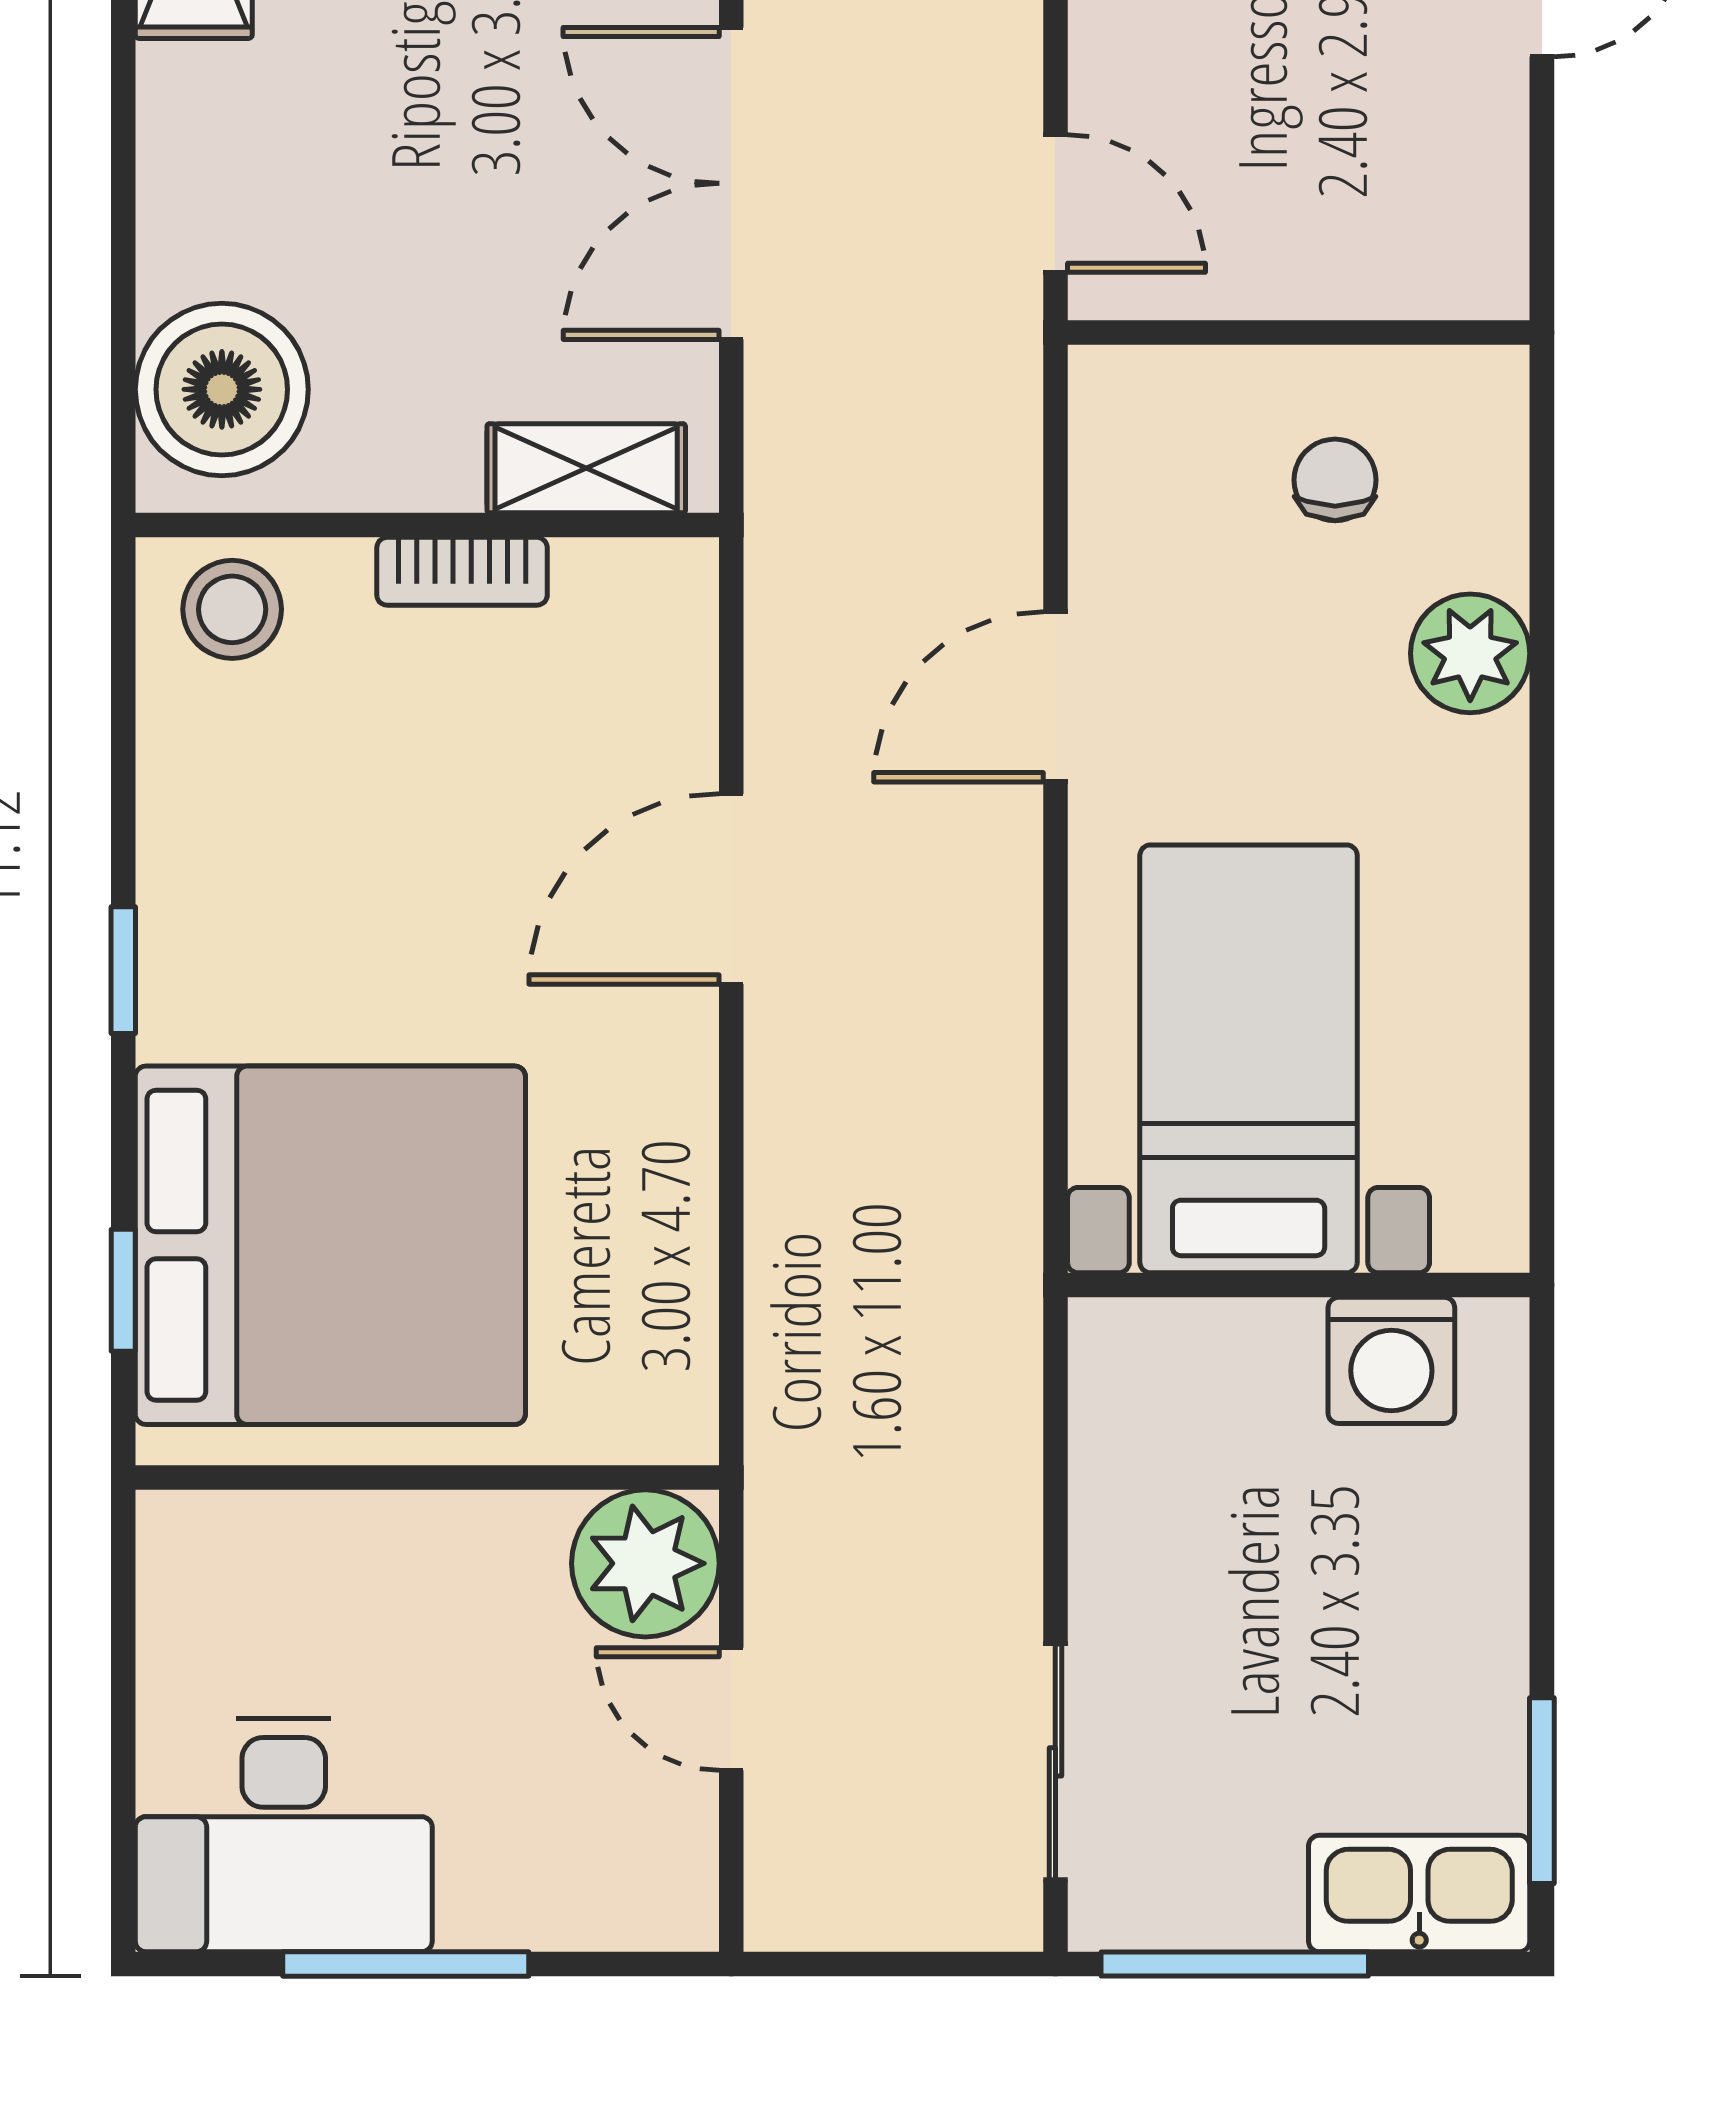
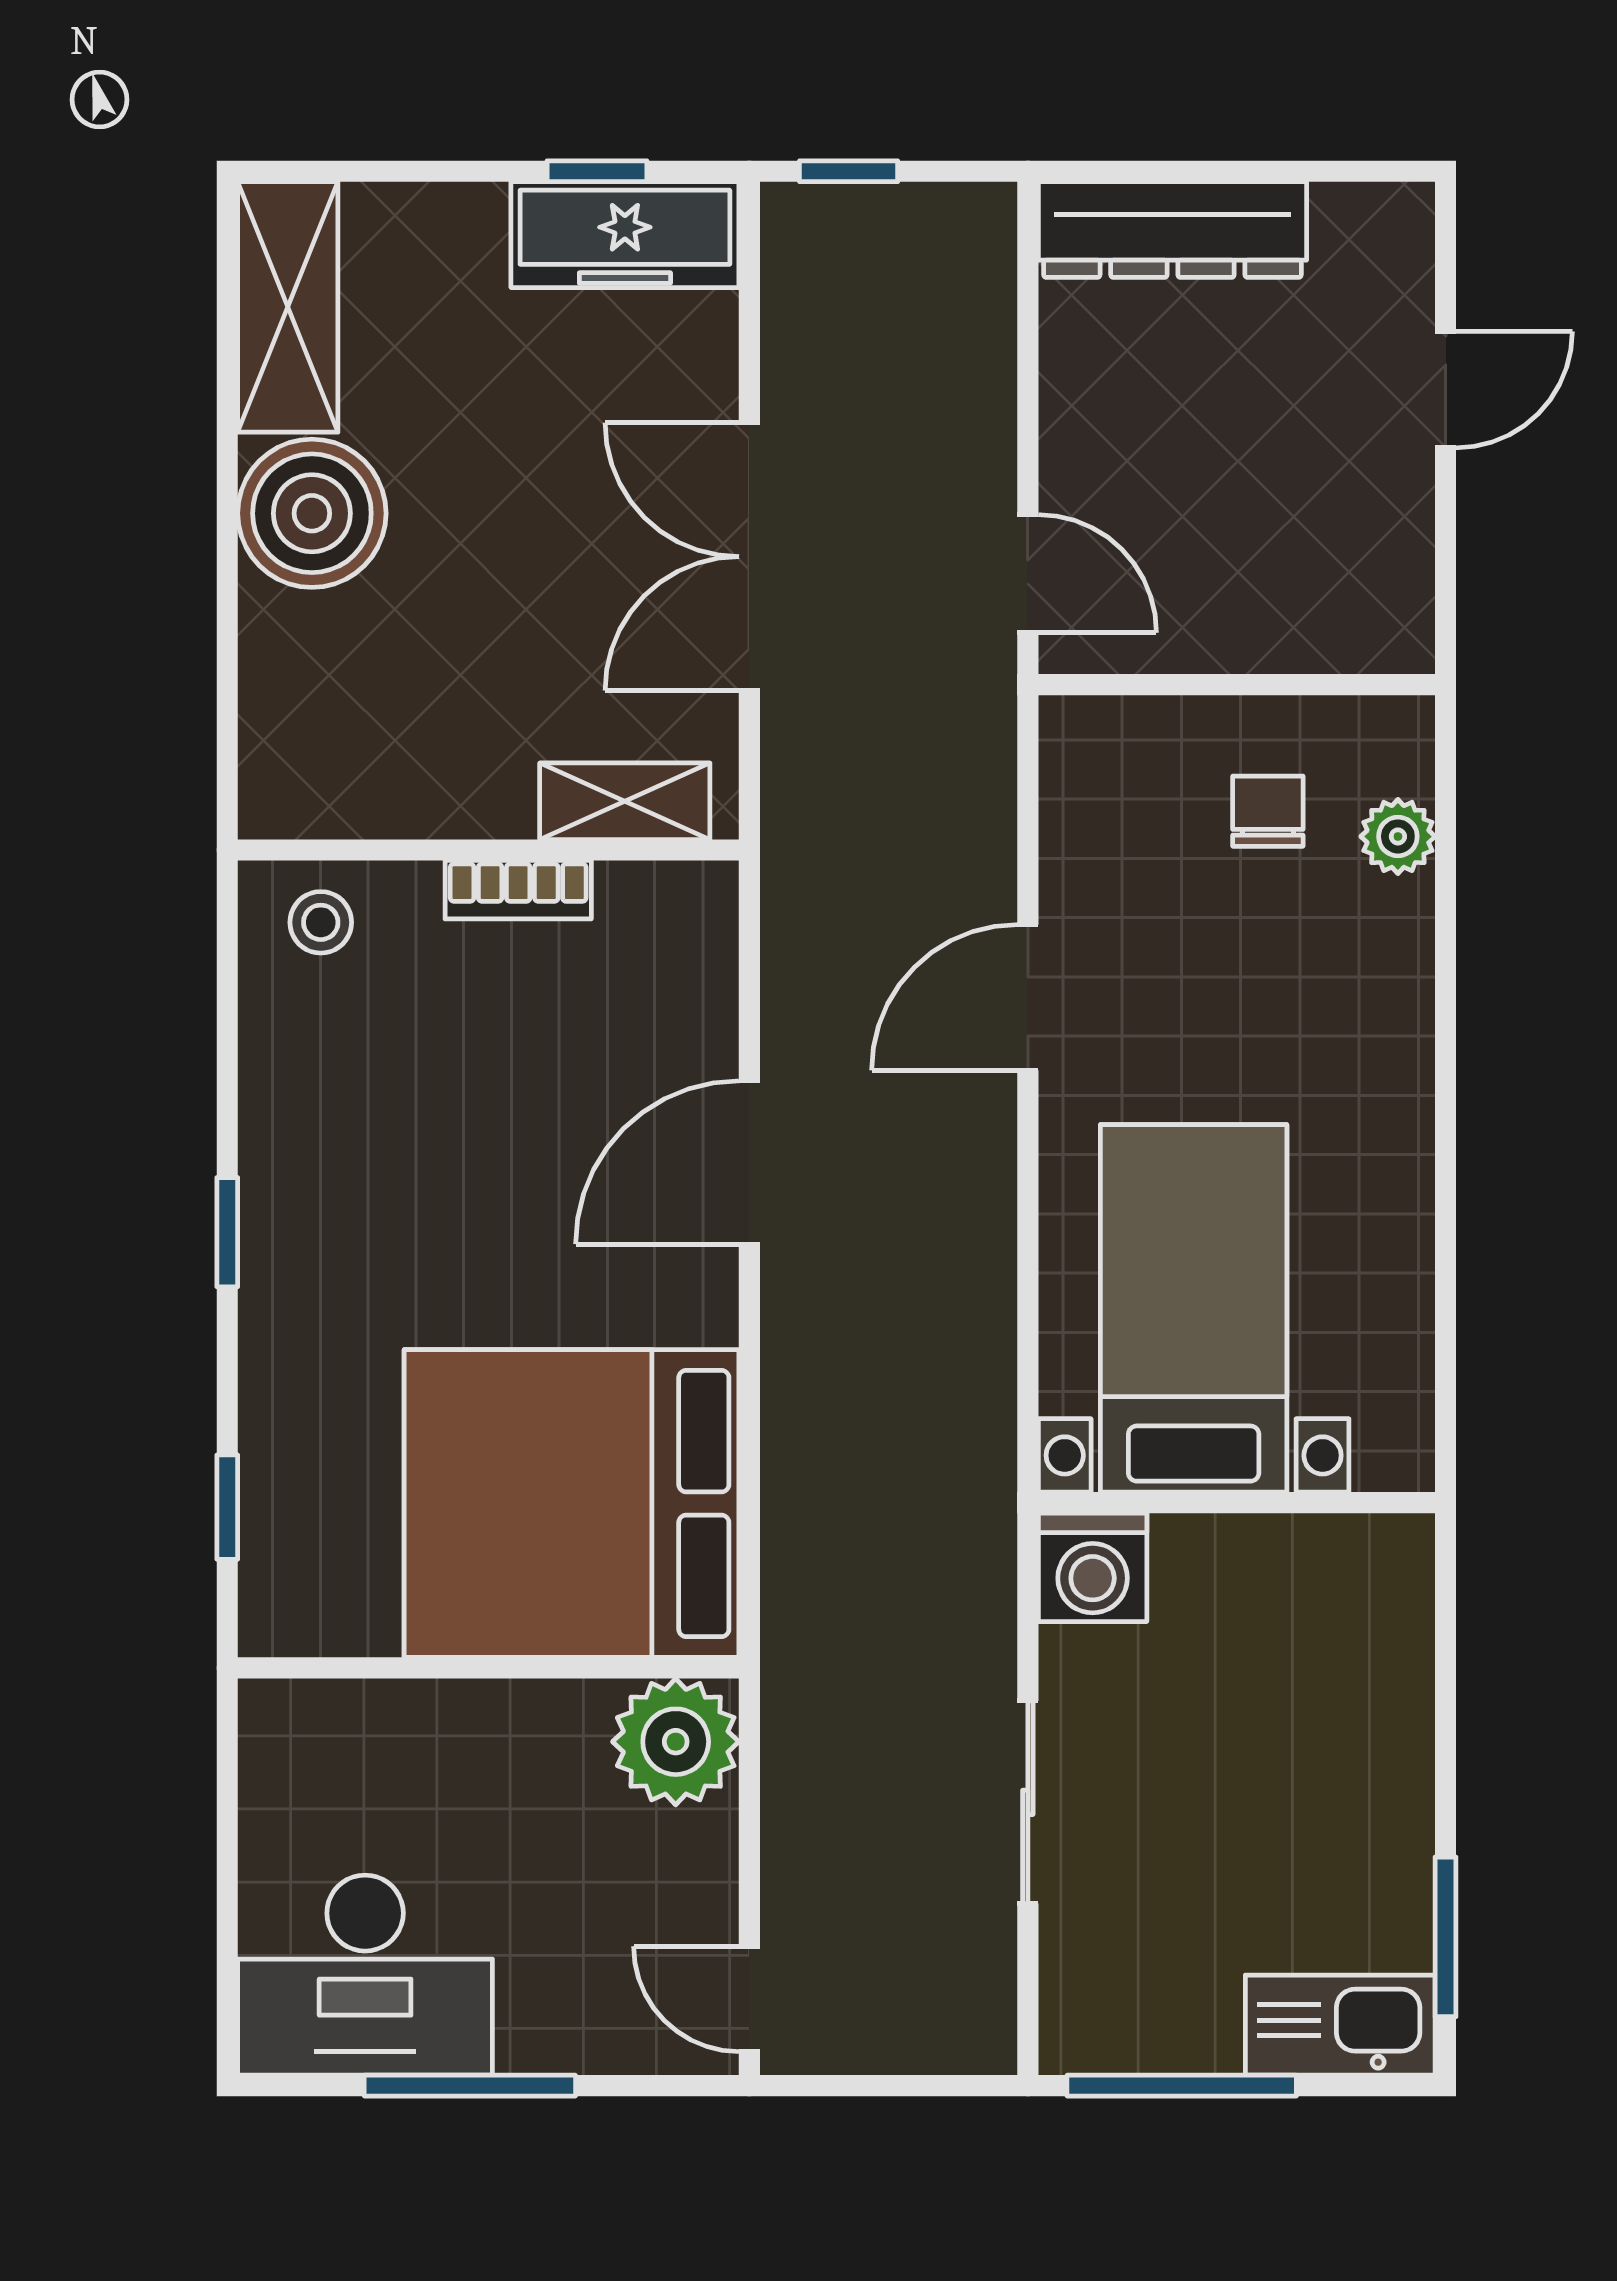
boiler: (222, 389) -> (312, 513), moved
stool: (232, 609) -> (321, 922), width x0.73, depth x0.73
plant: (1470, 653) -> (1398, 836), moved, width x0.73, depth x0.73
bed: (330, 1245) -> (572, 1504), moved, turned 180
washing machine: (1391, 1360) -> (1093, 1567), moved
door: (731, 1709) -> (749, 1999), moved
sliding door: (1055, 1762) -> (1028, 1802), moved

